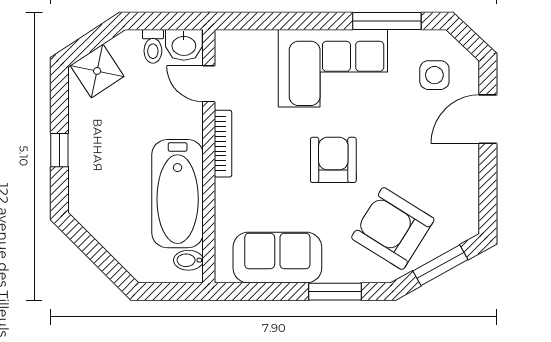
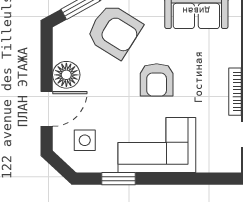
window: (387, 21) -> (118, 179), width x0.69
floor lamp: (460, 167) -> (66, 75), added

